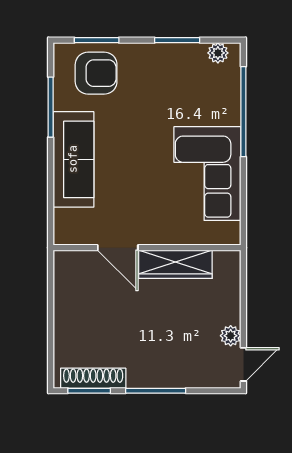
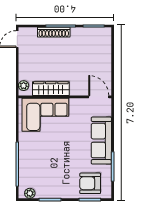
corner sofa: (207, 174) -> (45, 115), moved, turned 90
door: (118, 248) -> (99, 97), moved
plant: (231, 336) -> (24, 86), moved
shoe rack: (93, 378) -> (54, 32), moved

